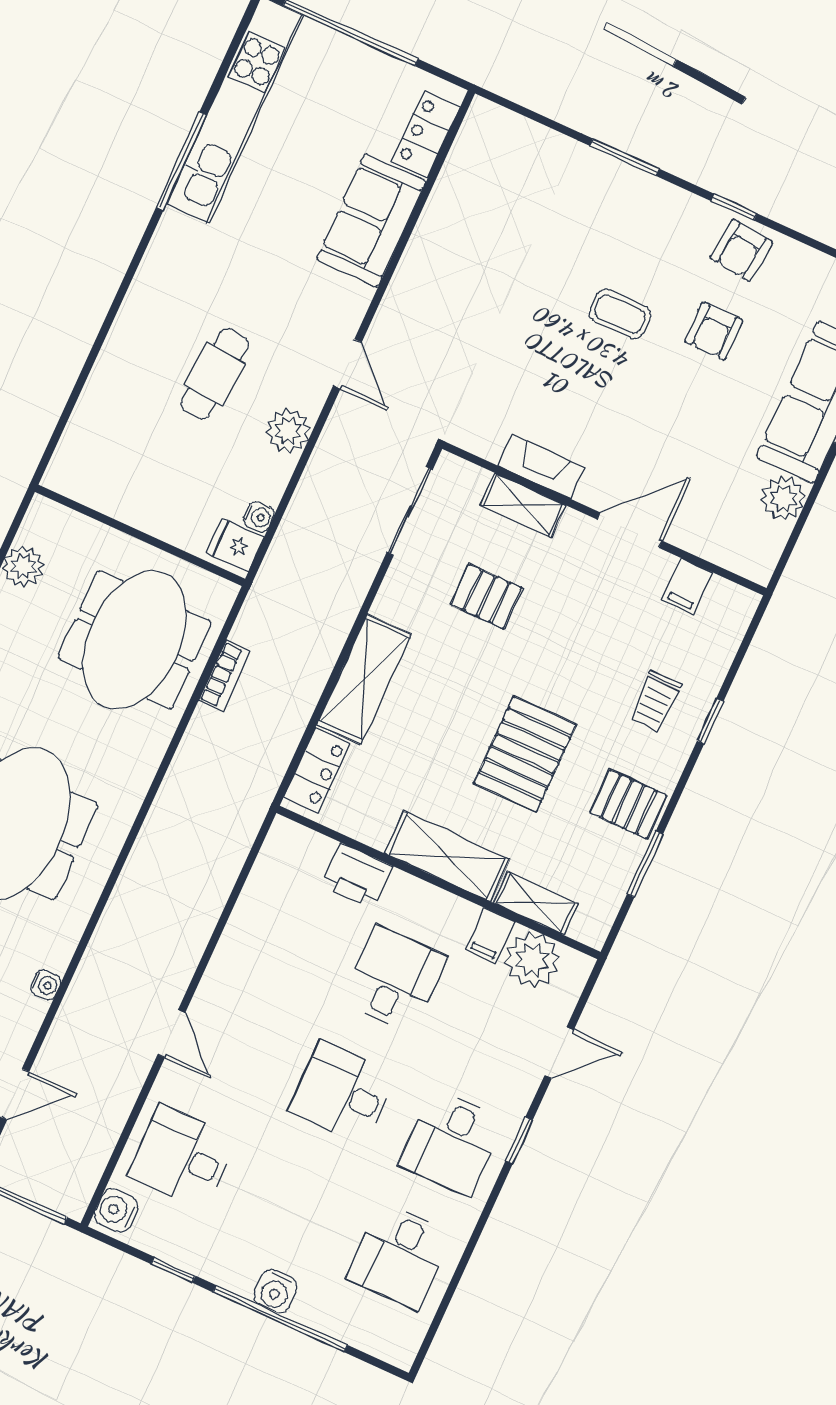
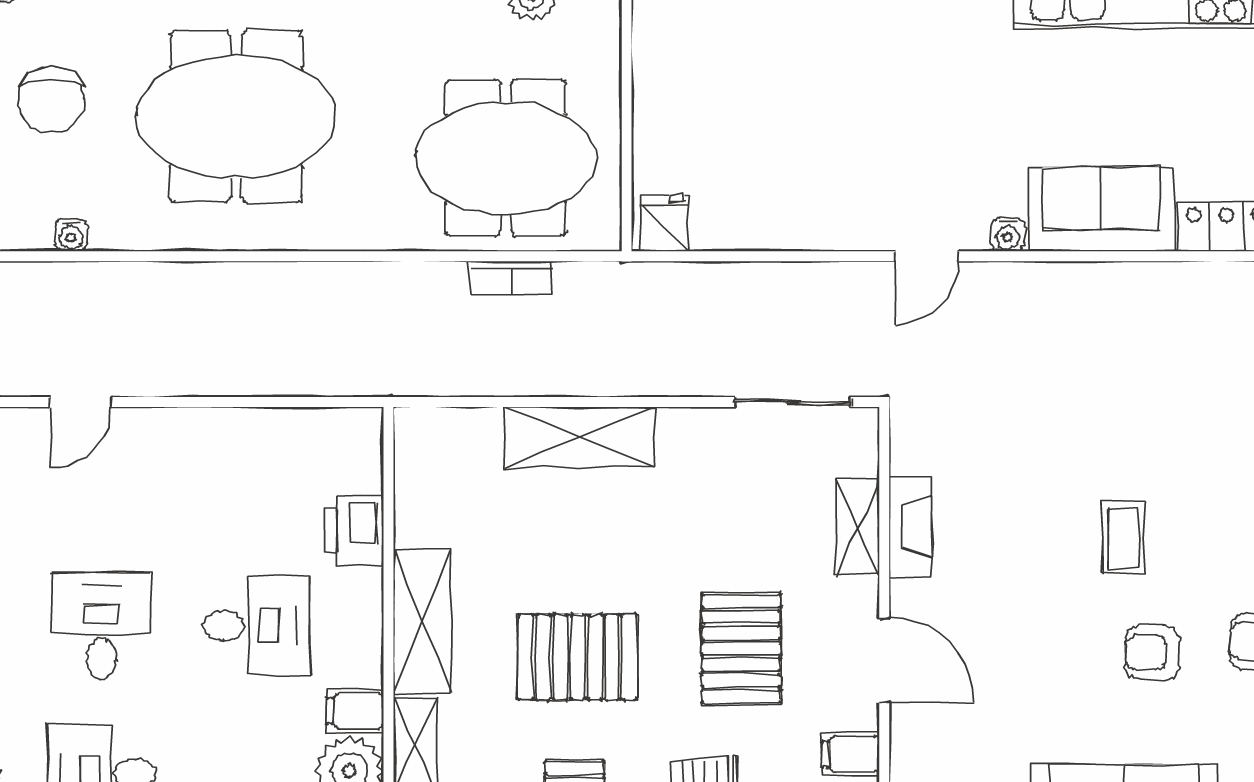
cafe table: (215, 374) -> (847, 112), removed
plant: (288, 431) -> (821, 224), removed
water cooler: (259, 517) -> (1008, 235), moved
pallet: (486, 596) -> (741, 649), moved, width x1.50, depth x1.42
locker: (317, 770) -> (452, 431), removed

